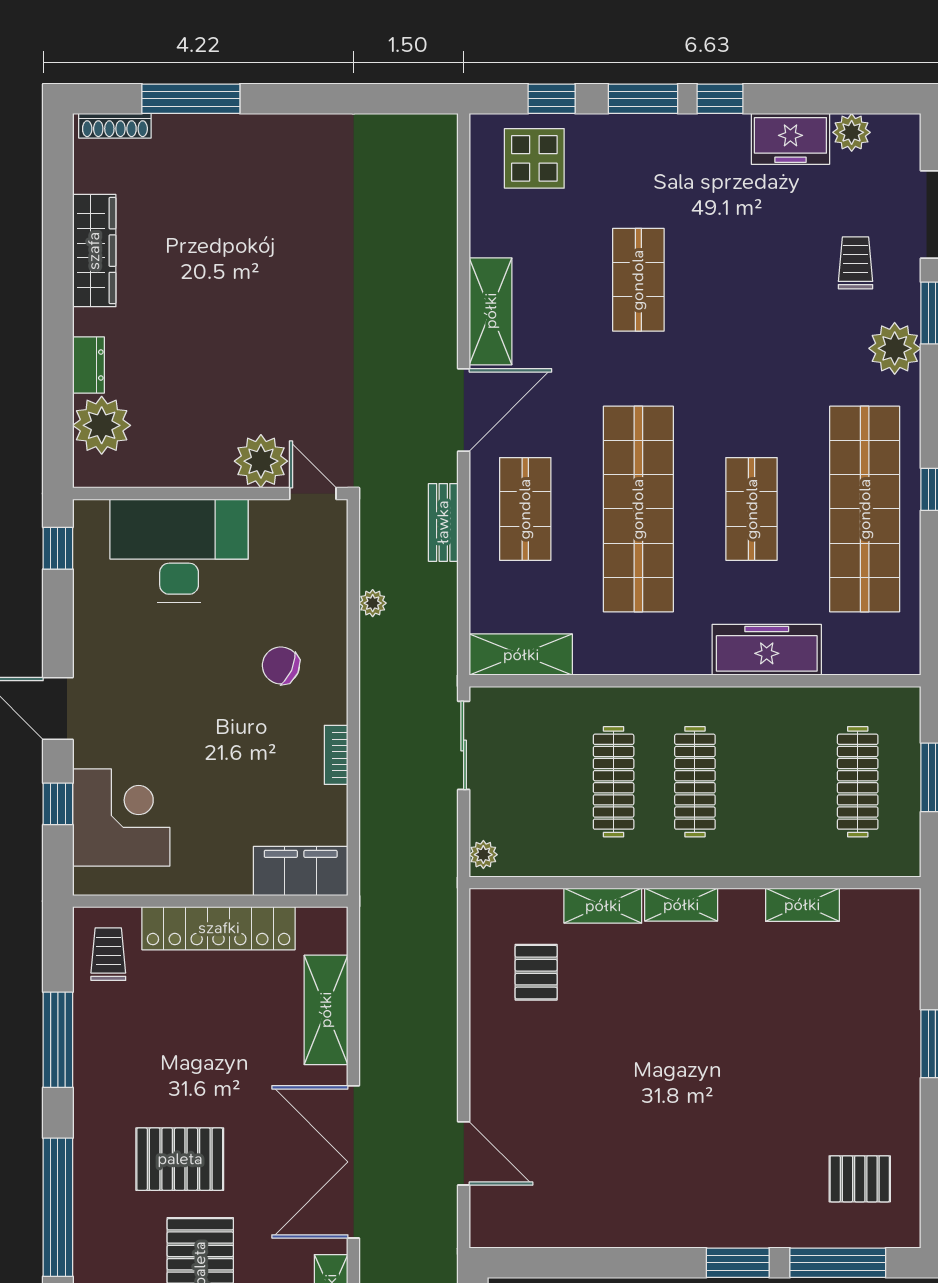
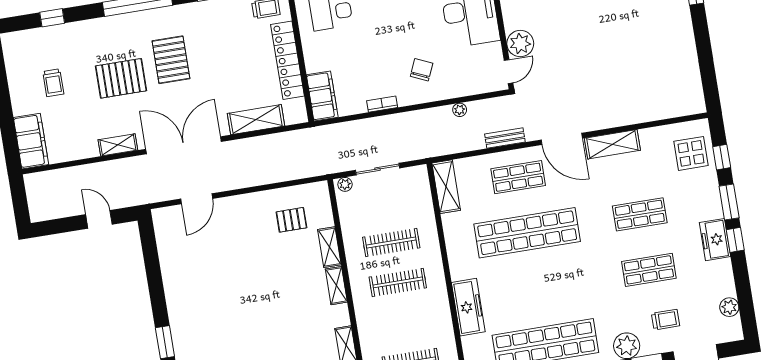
freezer: (790, 139) -> (715, 240), moved
shop shelf: (752, 509) -> (649, 270), moved
sliding door: (464, 745) -> (378, 169), moved

